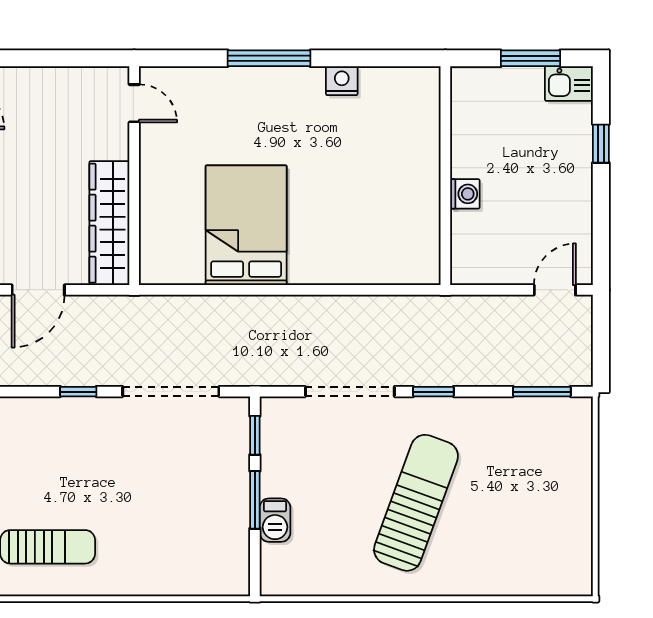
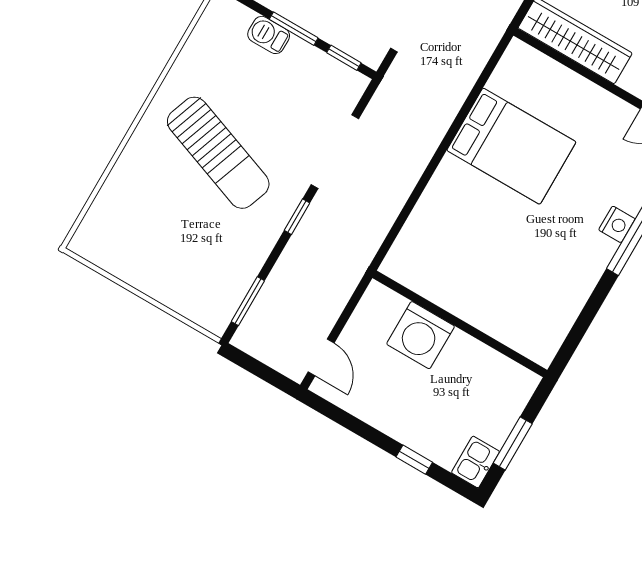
nightstand: (342, 81) -> (617, 224), moved
washing machine: (465, 194) -> (421, 335), width x1.89, depth x1.89

